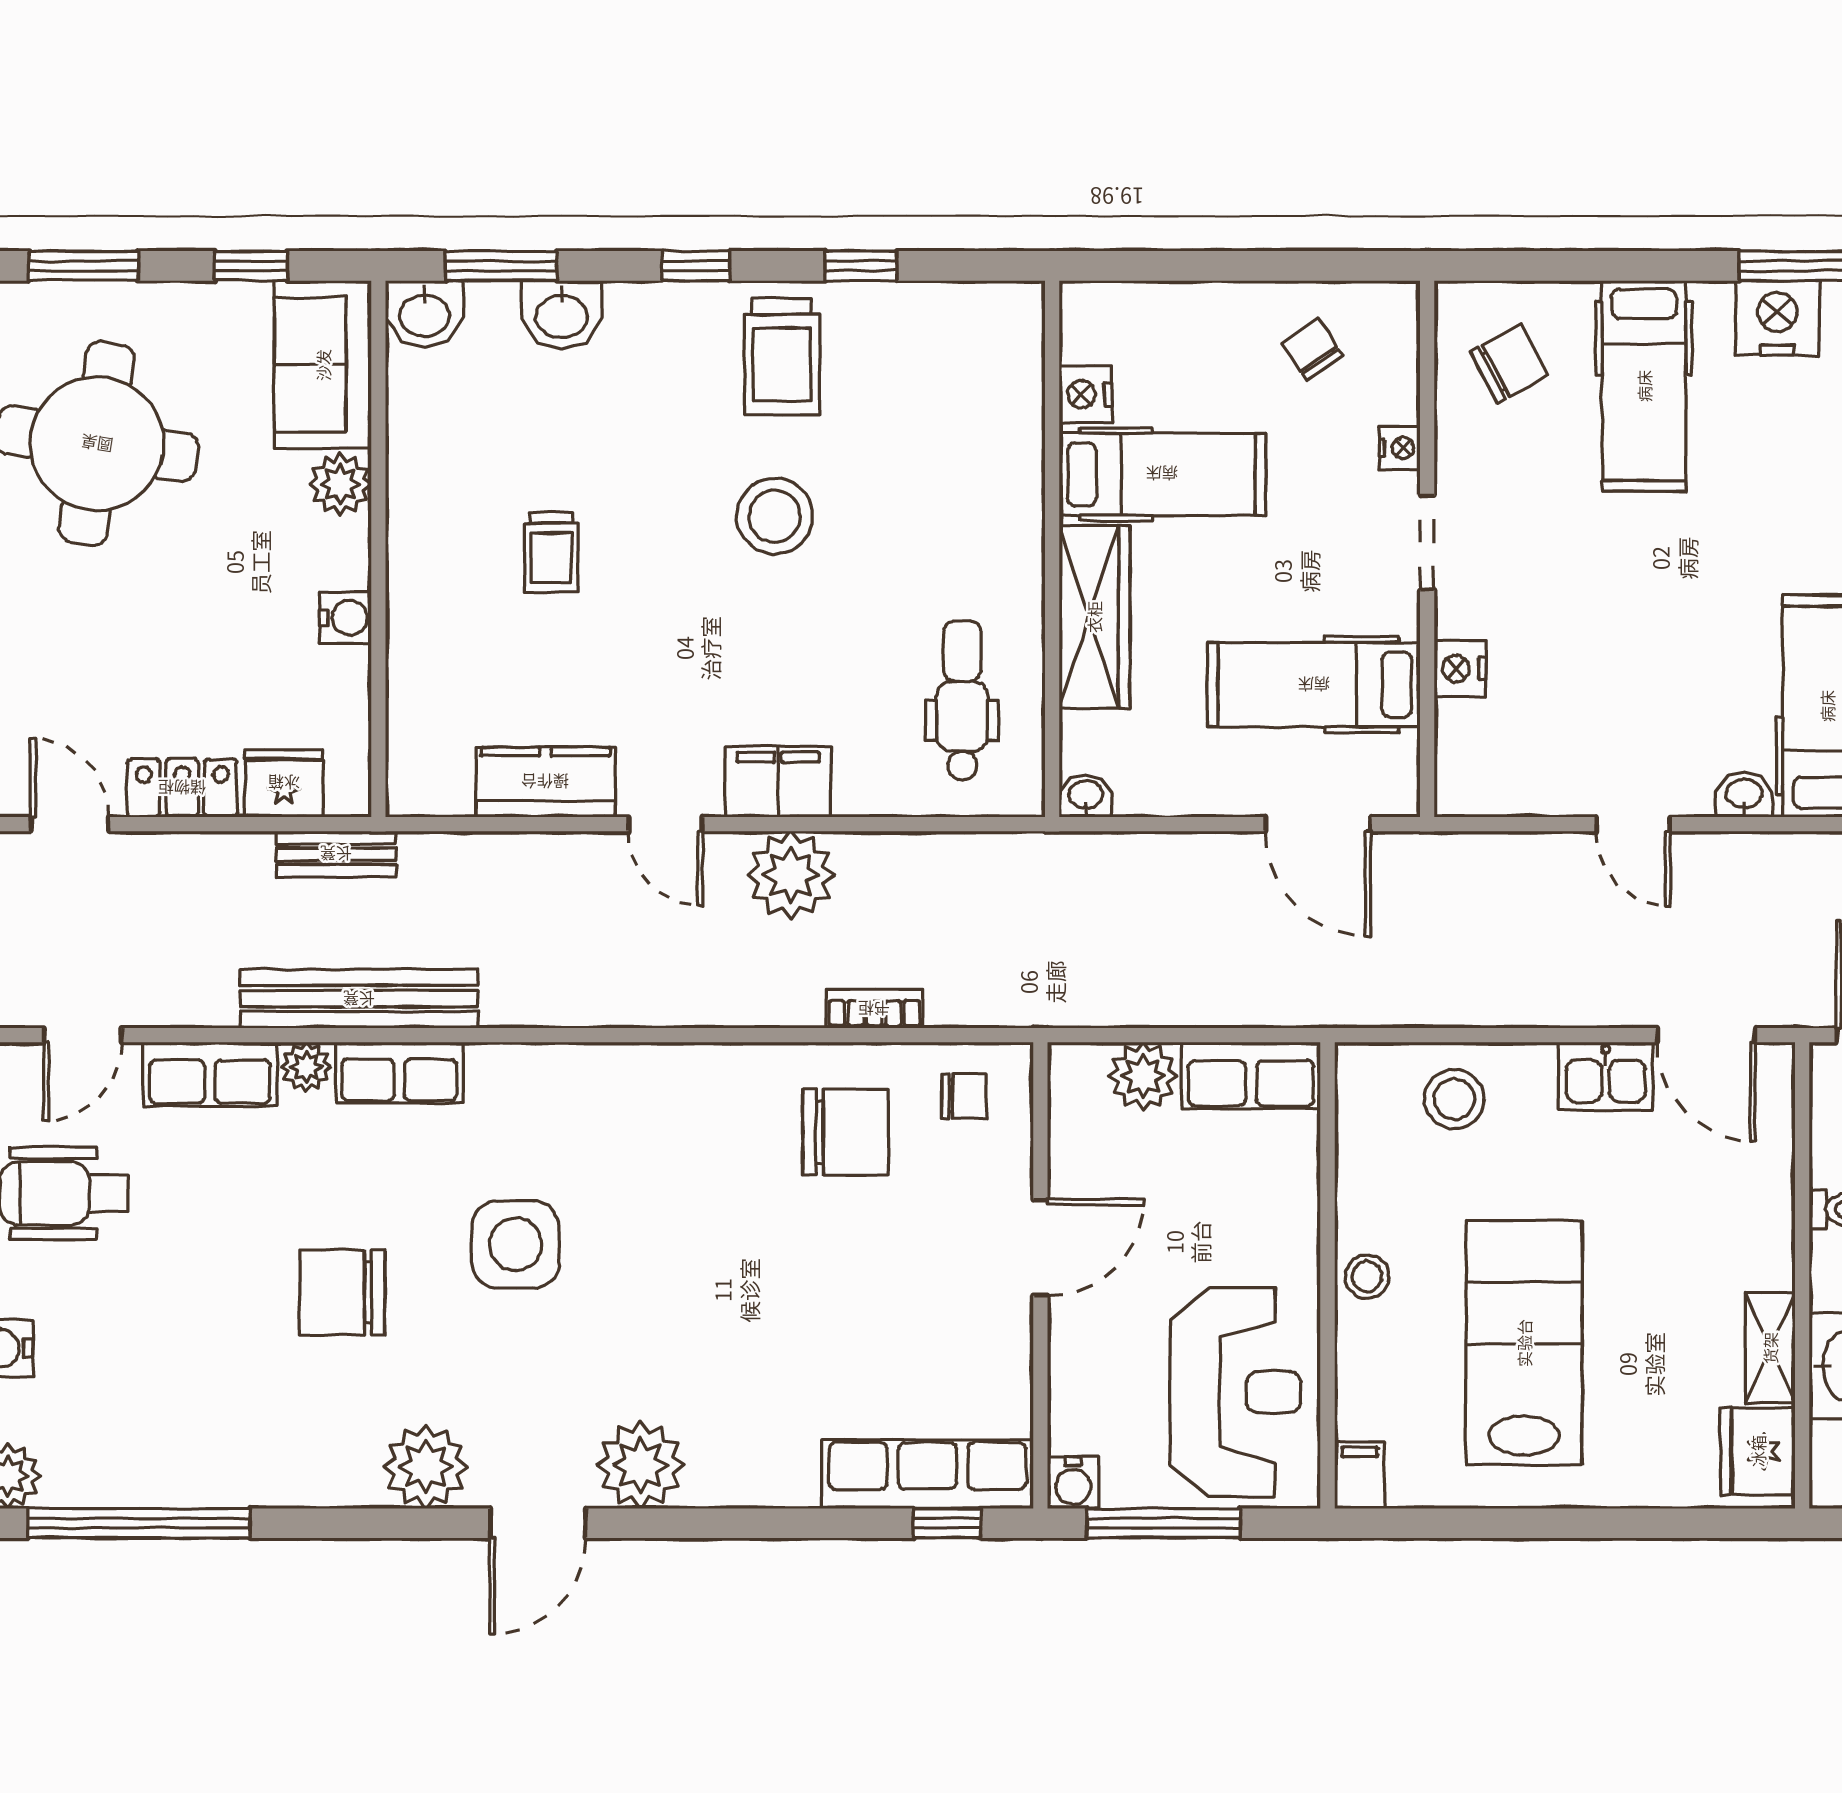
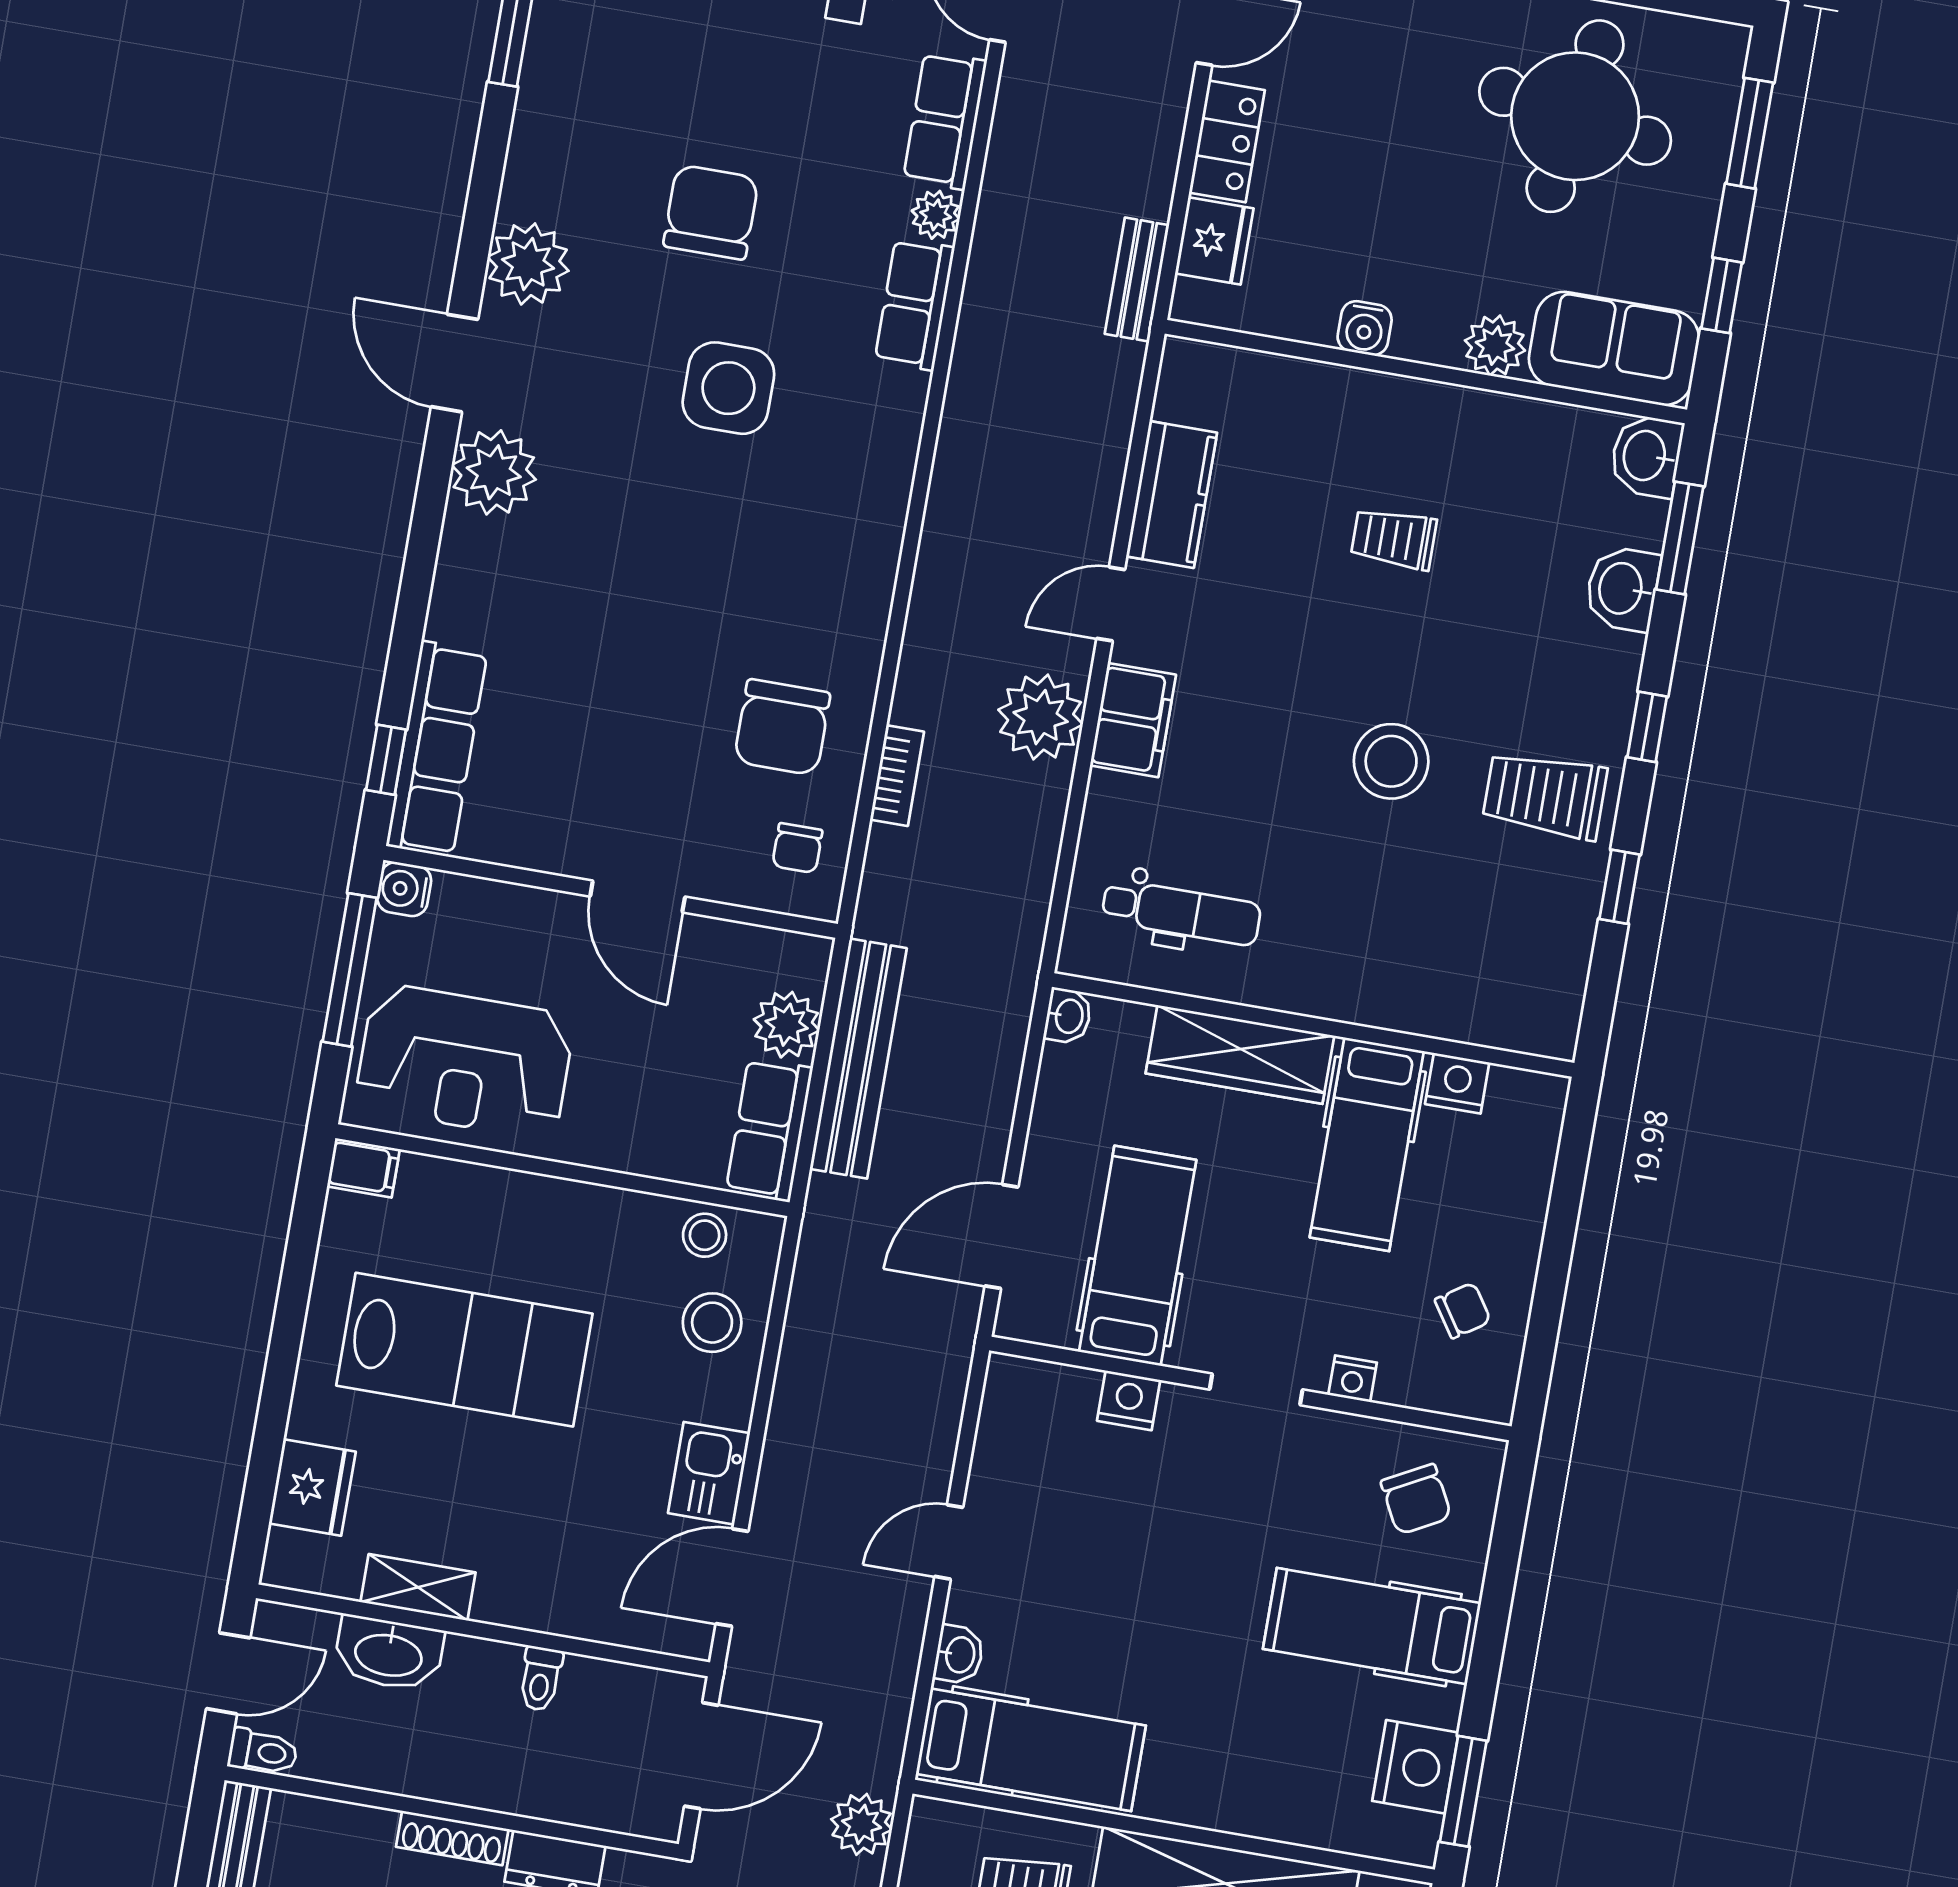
bench: (359, 999) -> (858, 1058), moved
stool: (1367, 1277) -> (705, 1235), moved
fridge: (1758, 1451) -> (312, 1487), moved, turned 90

